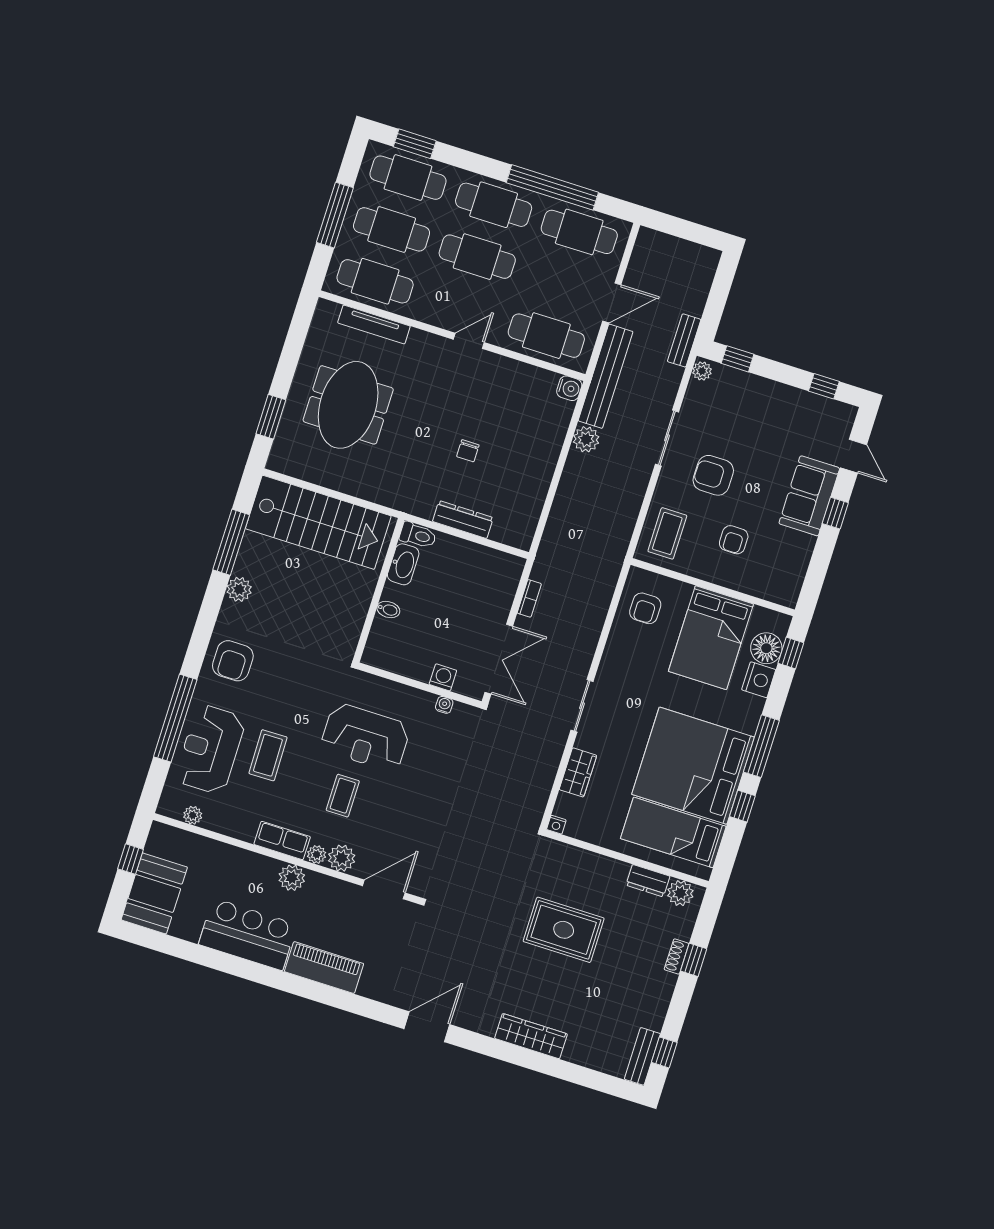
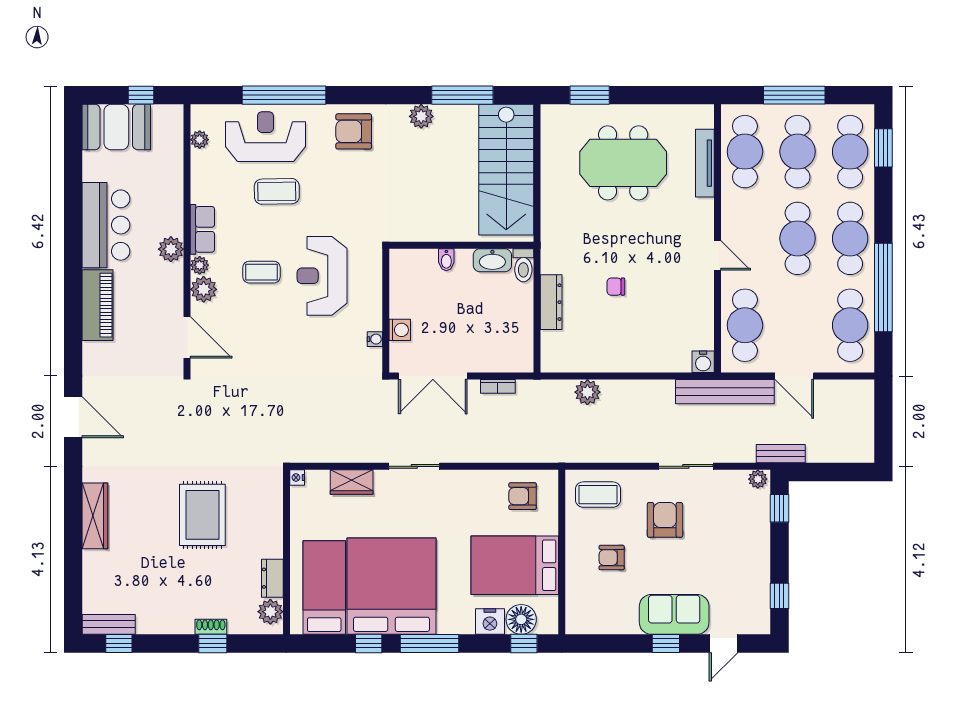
plant: (586, 439) -> (587, 392), moved

